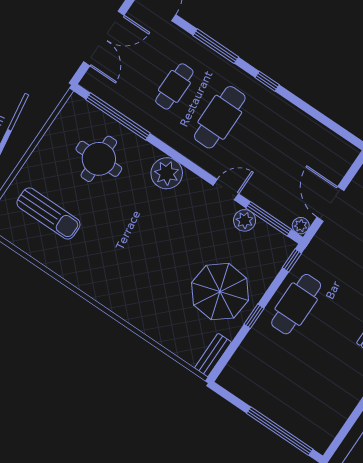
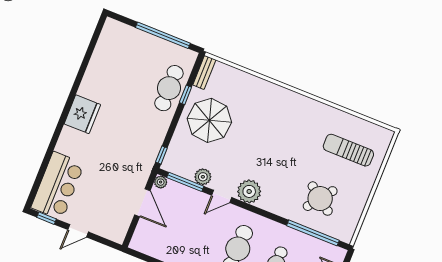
round table: (99, 159) -> (320, 199), turned 37
plant: (167, 173) -> (249, 191), moved
cafe table: (296, 304) -> (169, 88), moved
window: (254, 316) -> (185, 95), moved
window: (280, 431) -> (163, 35), moved

